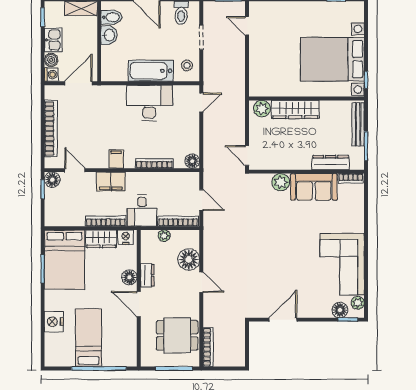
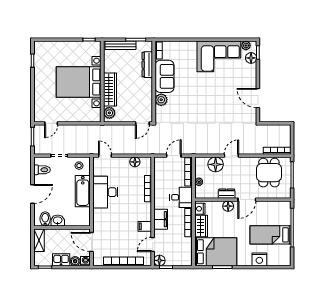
bed with nightstands: (332, 59) -> (79, 82), moved, turned 90
filing cabinet: (116, 159) -> (145, 226), moved
floor lamp: (192, 161) -> (135, 162), moved

